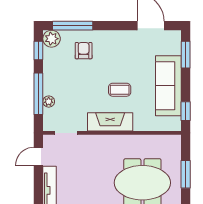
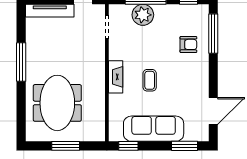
plant: (52, 39) -> (200, 13), removed
plant: (49, 102) -> (143, 15), width x1.88, depth x1.88
fireplace: (110, 122) -> (116, 77), width x0.73, depth x0.76

